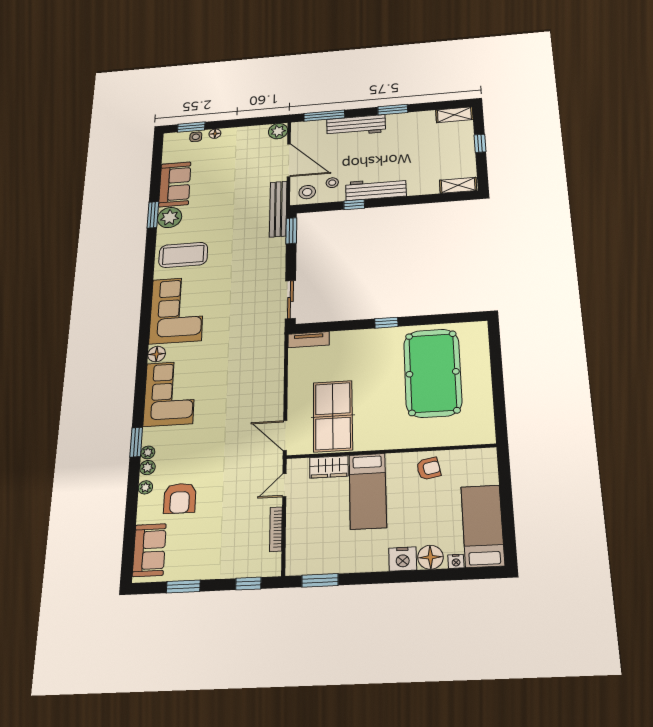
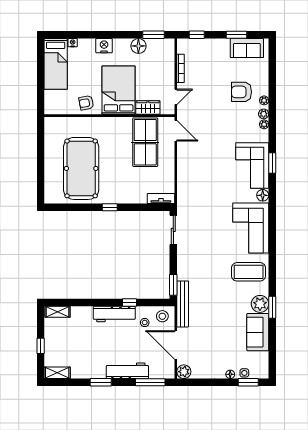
window: (136, 442) -> (272, 163), moved
bed: (368, 491) -> (119, 90), width x1.50
armchair: (180, 498) -> (242, 92), turned -90
sofa: (149, 550) -> (247, 48), moved, turned -90
floor lamp: (430, 557) -> (138, 46), moved

